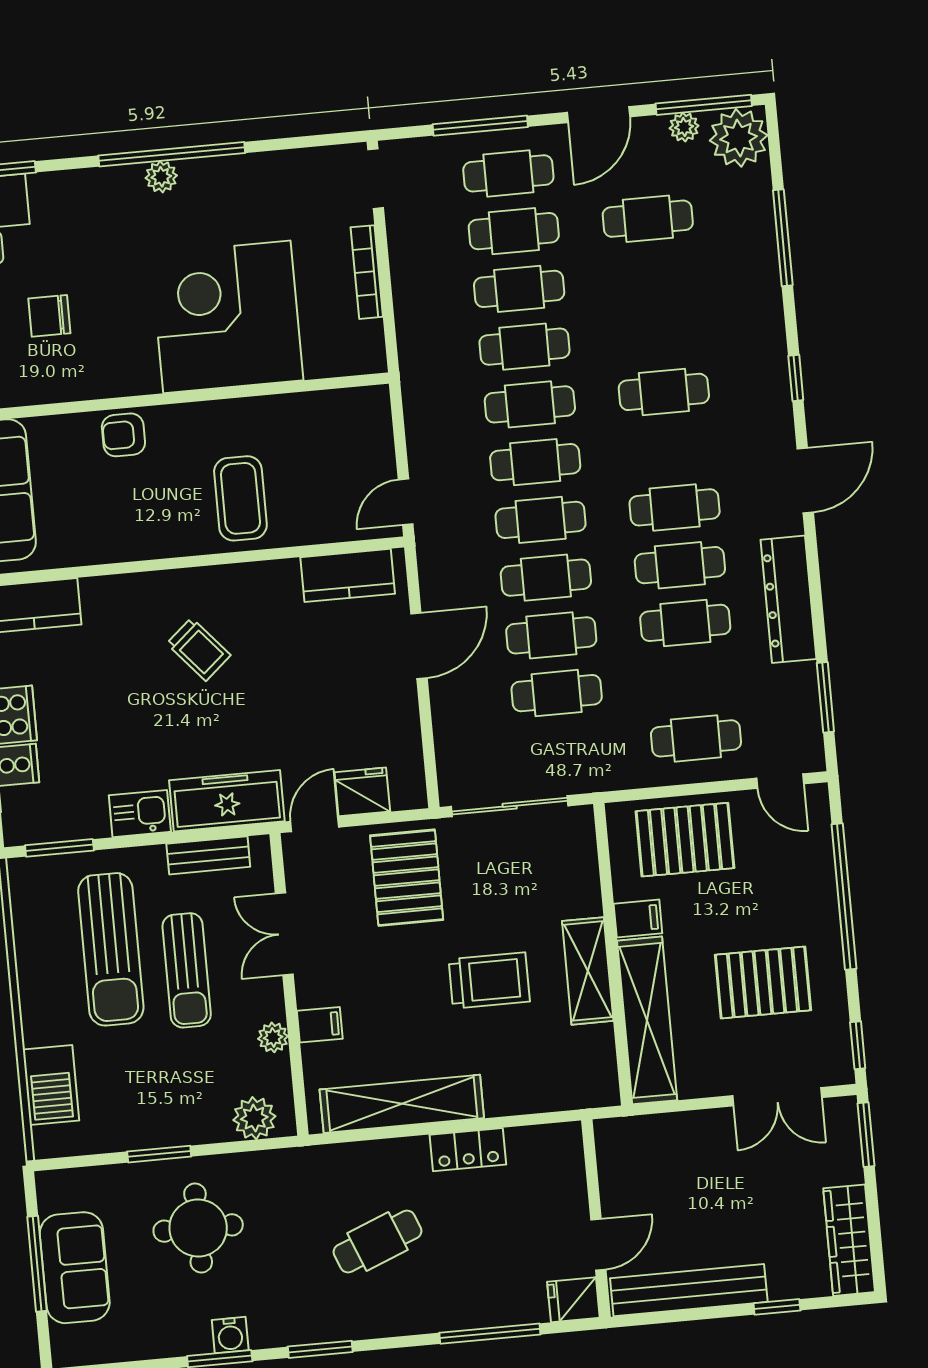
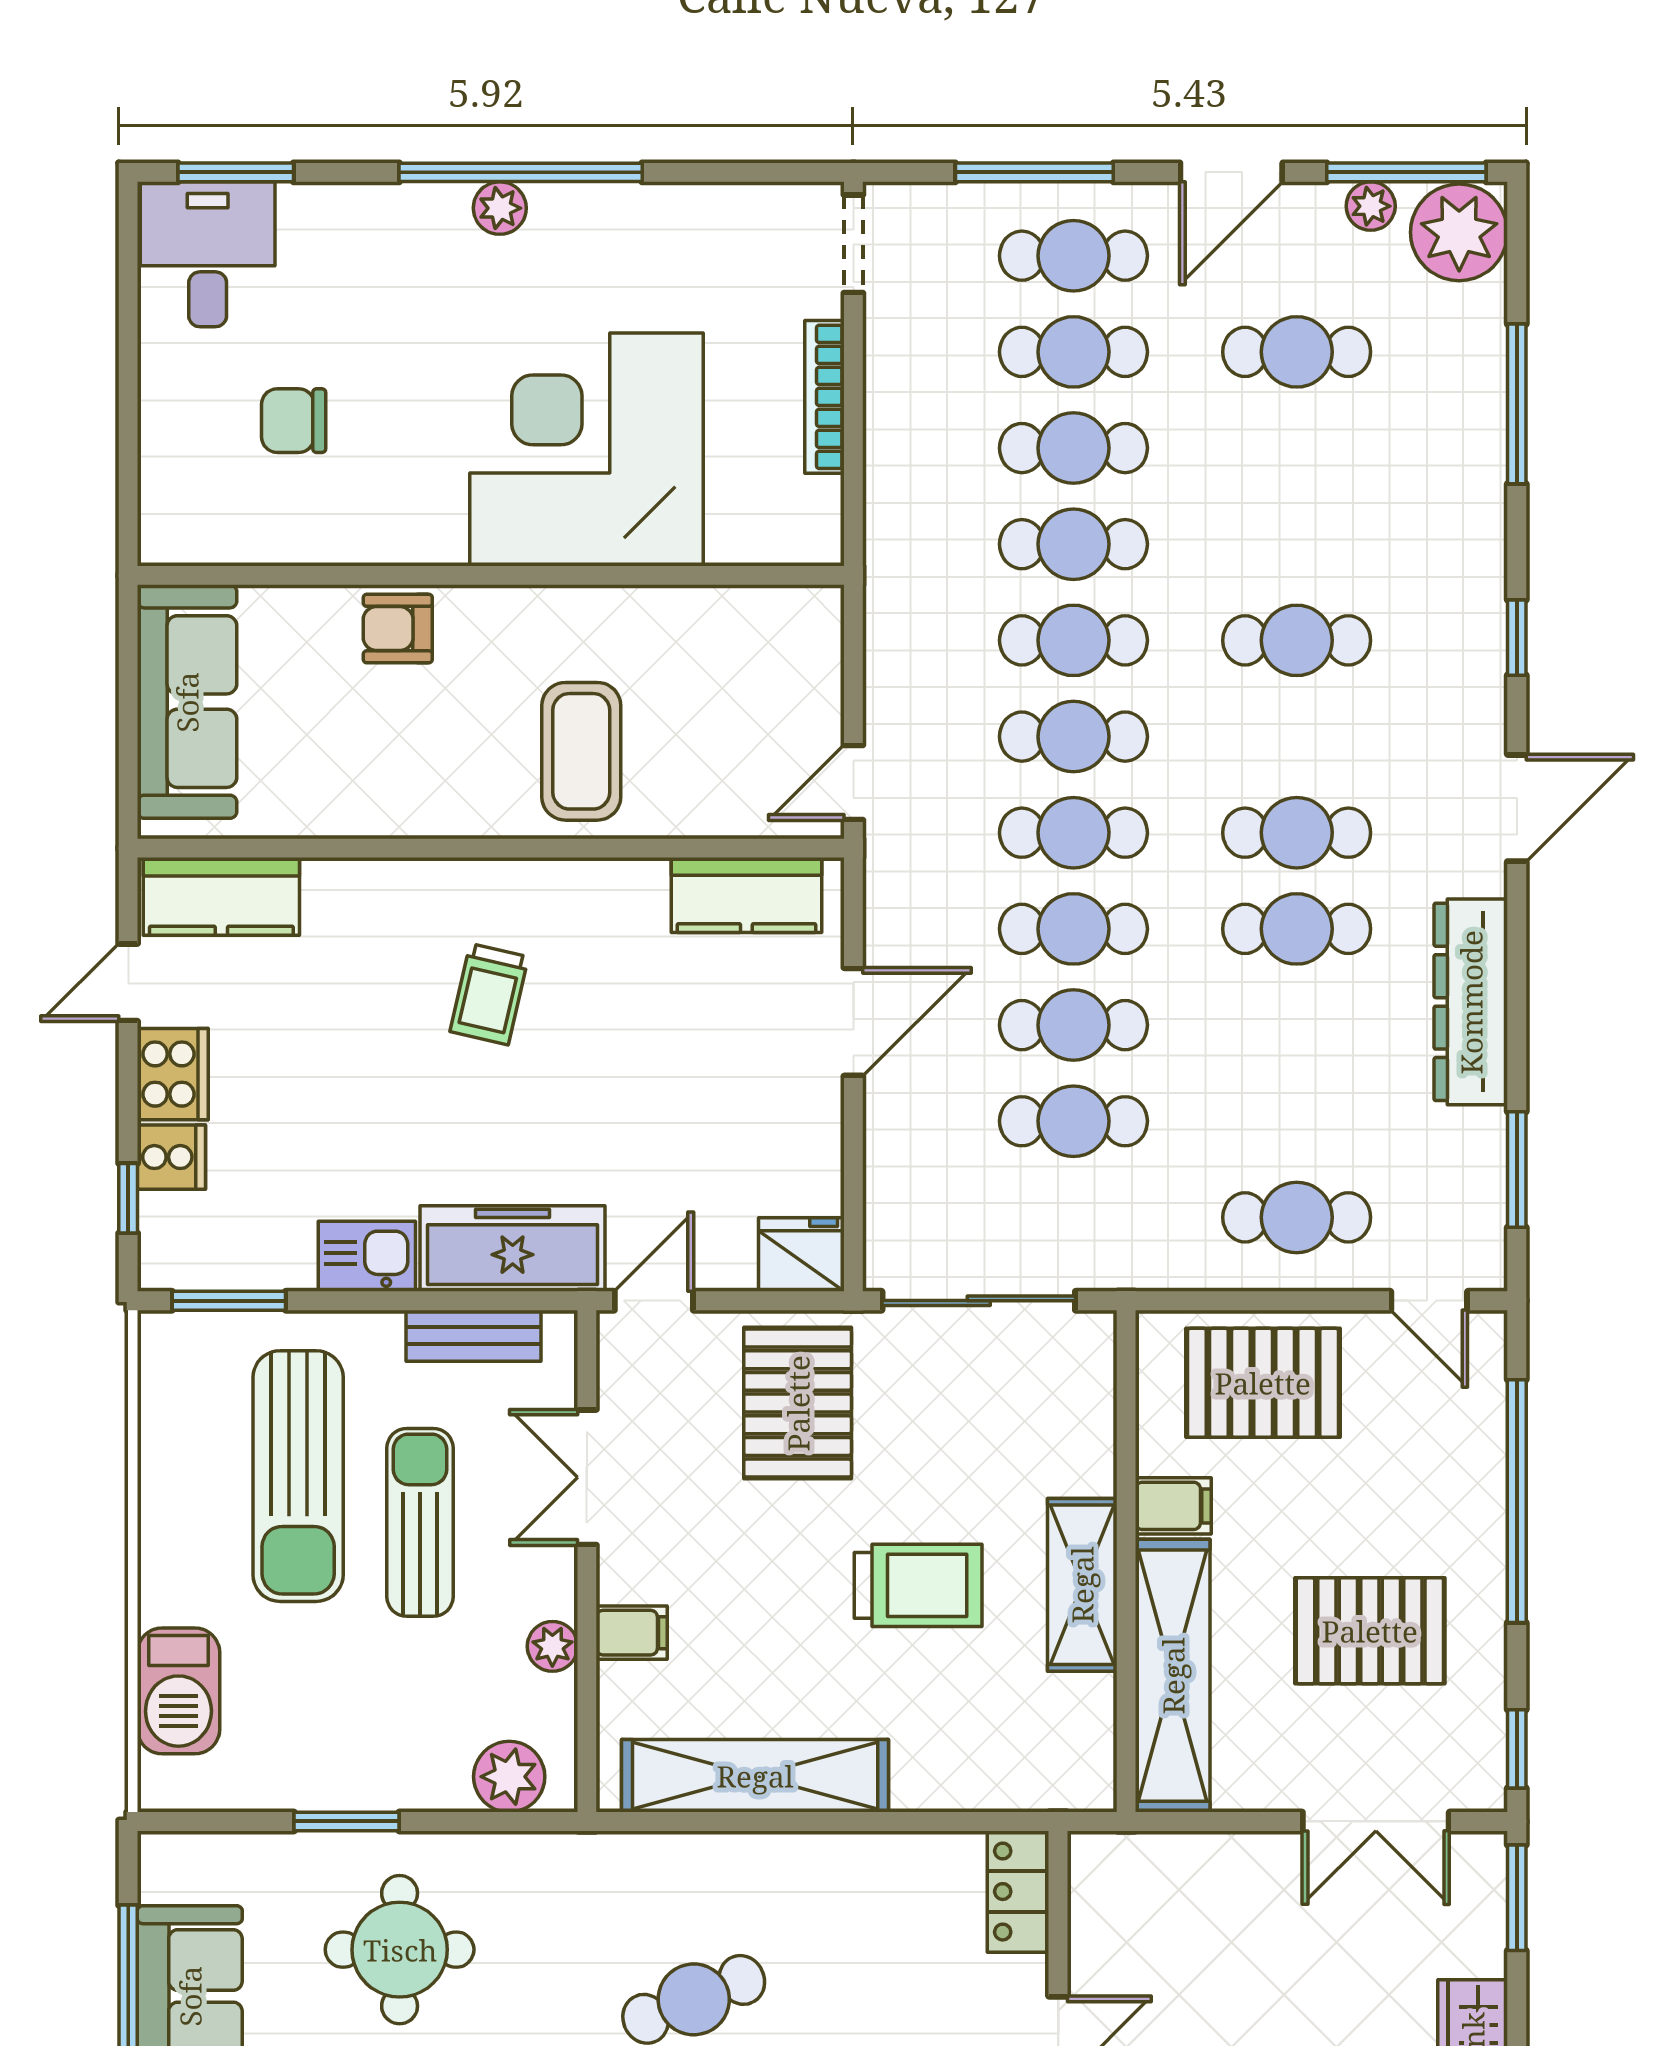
cafe table: (685, 623) -> (1297, 1025), removed
trolley: (199, 649) -> (489, 994), turned 54
fridge: (362, 792) -> (801, 1255), moved
sun lounger: (187, 970) -> (420, 1522), turned 180
locker: (468, 1150) -> (1018, 1892), moved, turned 90

